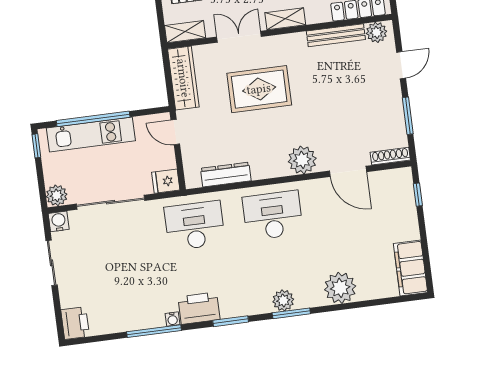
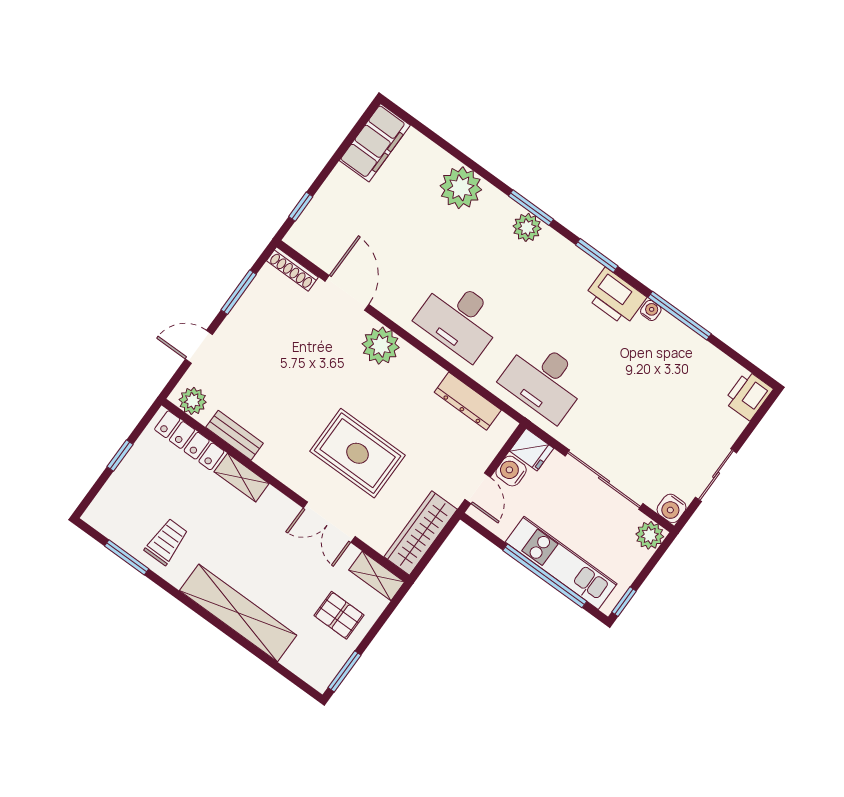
shelving: (285, 19) -> (242, 478), moved
bench: (336, 35) -> (235, 435), width x0.73
water cooler: (166, 159) -> (511, 471), added

